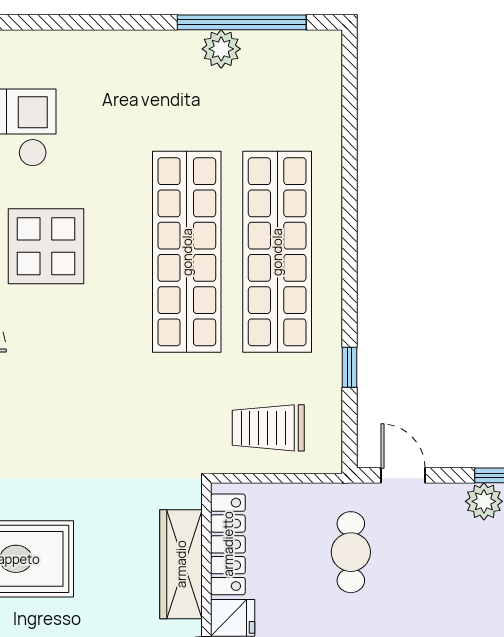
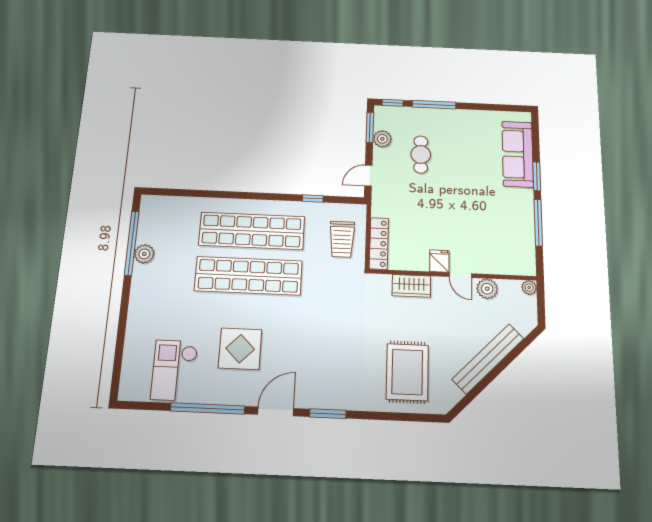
locker: (228, 544) -> (379, 243), moved, turned 90
cafe table: (351, 552) -> (421, 154), moved, turned 90
wardrobe: (181, 564) -> (411, 286), width x0.67

